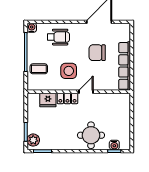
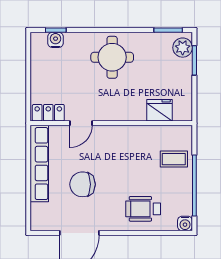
chair: (97, 53) -> (82, 184), turned 180
side table: (69, 71) -> (127, 156), removed
door: (86, 92) -> (81, 123), moved
locker: (67, 98) -> (48, 113), moved
round table: (91, 135) -> (112, 57), moved

